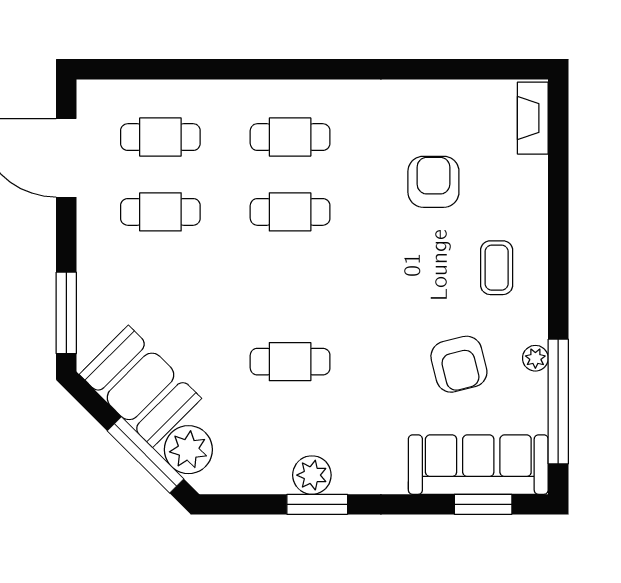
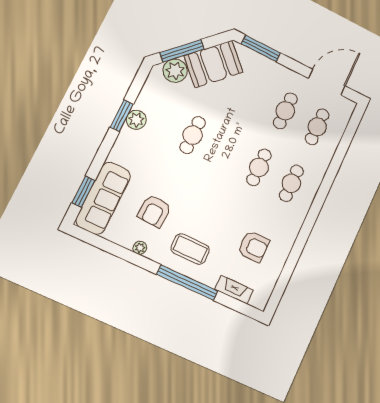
fireplace: (533, 118) -> (234, 290), moved
armchair: (433, 182) -> (254, 246), moved
coffee table: (497, 268) -> (190, 249), width x1.36, depth x1.30
armchair: (459, 364) -> (154, 211), turned -73
window: (558, 401) -> (187, 283), moved

